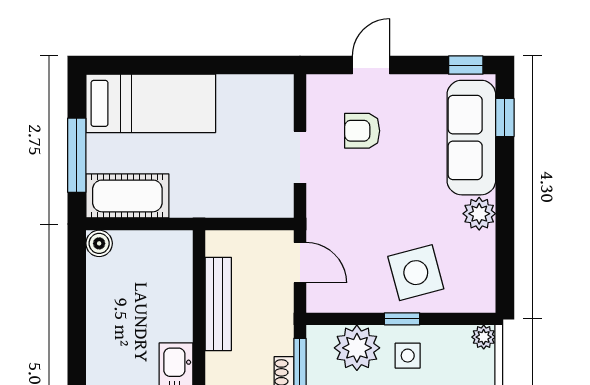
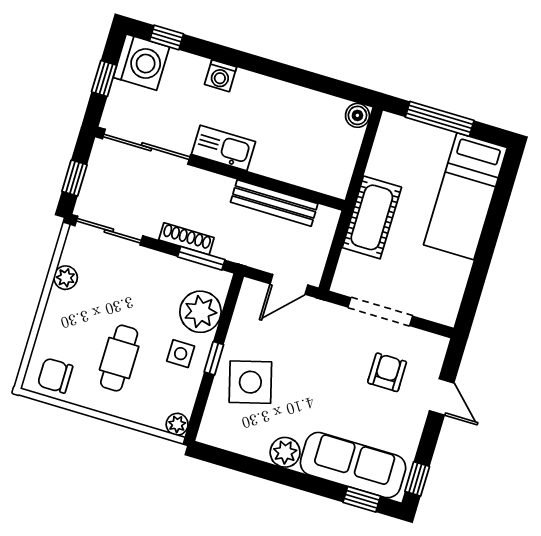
doorway: (300, 157) -> (380, 312), width x1.38
cot: (127, 196) -> (372, 217), moved

